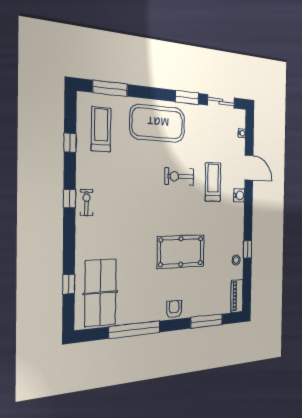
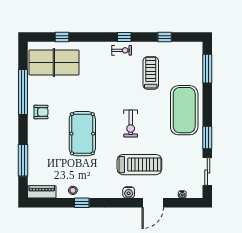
treadmill: (101, 129) -> (151, 73), moved, turned -90
exercise bike: (179, 176) -> (131, 124), moved, turned 180
treadmill: (213, 182) -> (139, 165), width x1.37, depth x1.38
armchair: (174, 309) -> (41, 112), moved

